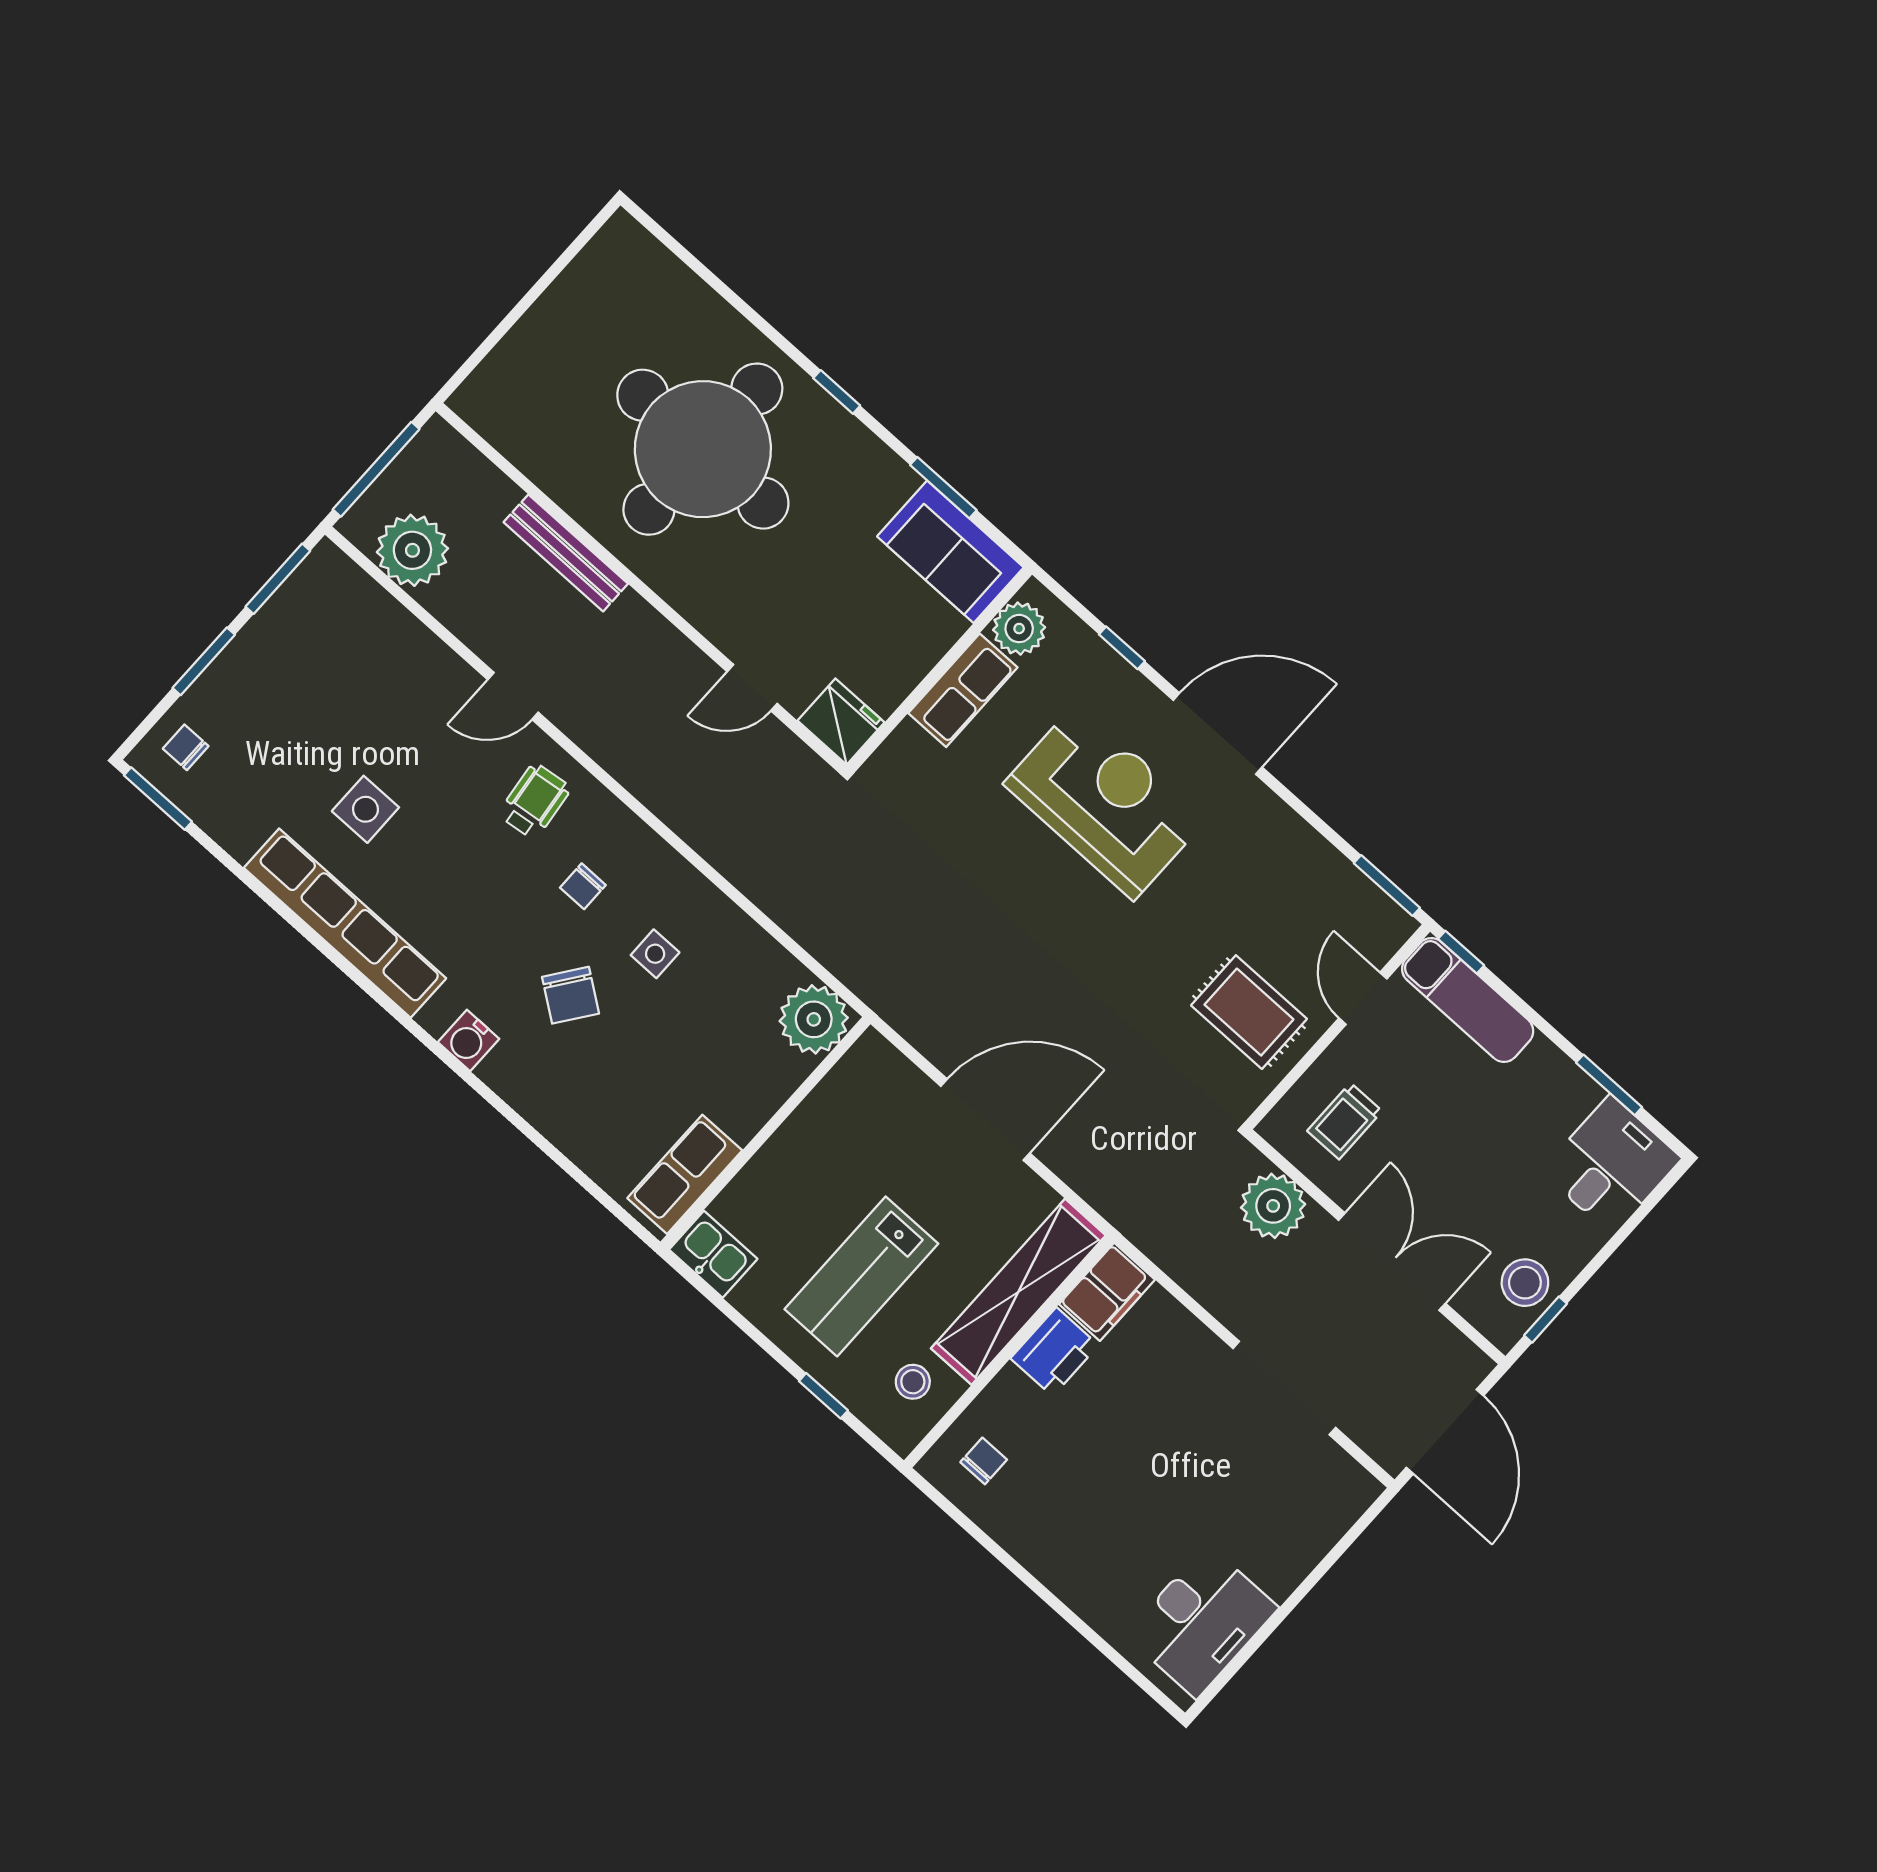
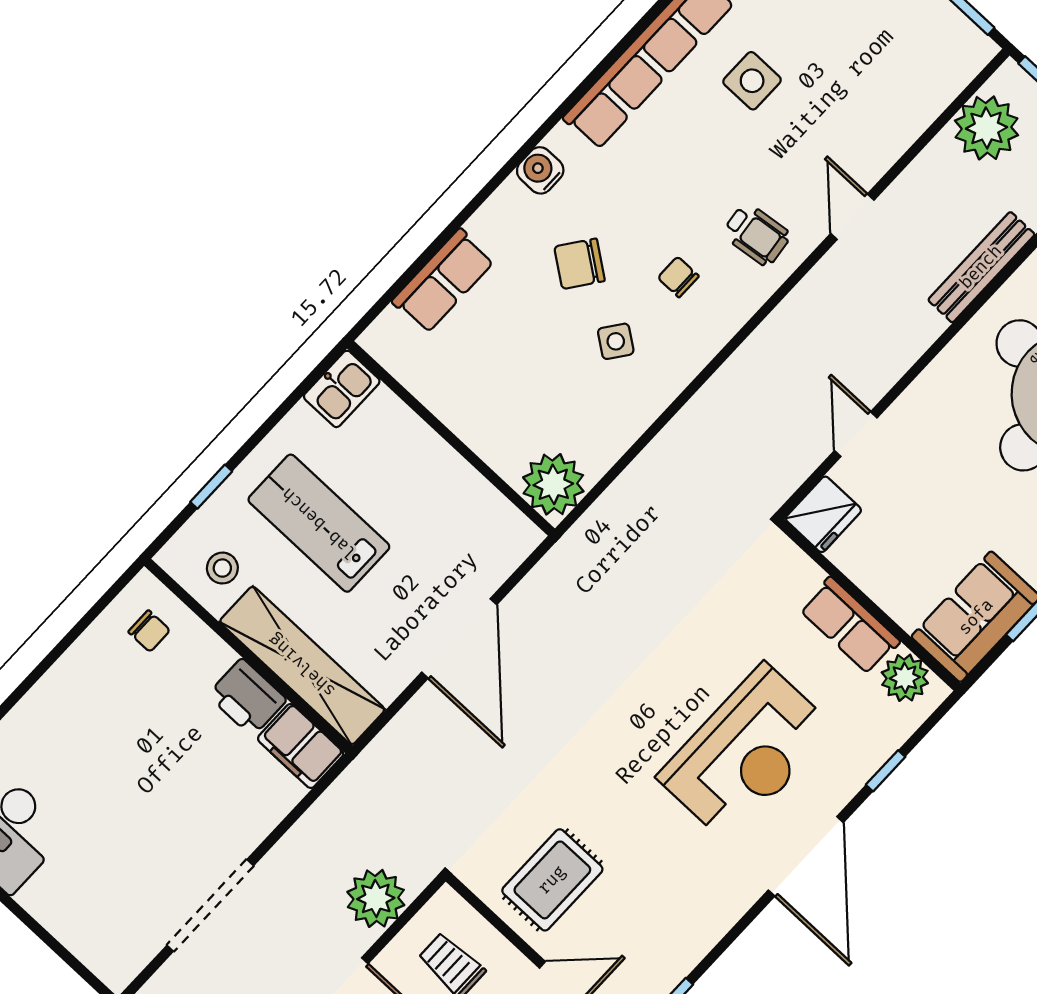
side table: (655, 954) -> (616, 341), turned 36
row of seats: (685, 1174) -> (443, 281), moved, turned 90

